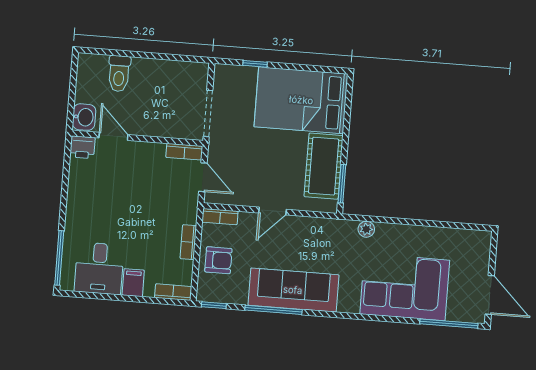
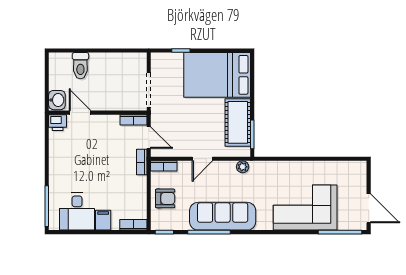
plant: (366, 229) -> (243, 167), moved
bookcase: (188, 242) -> (142, 162), moved

